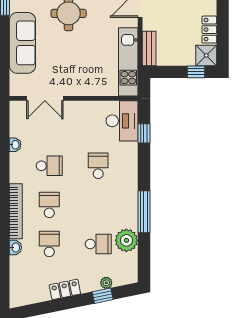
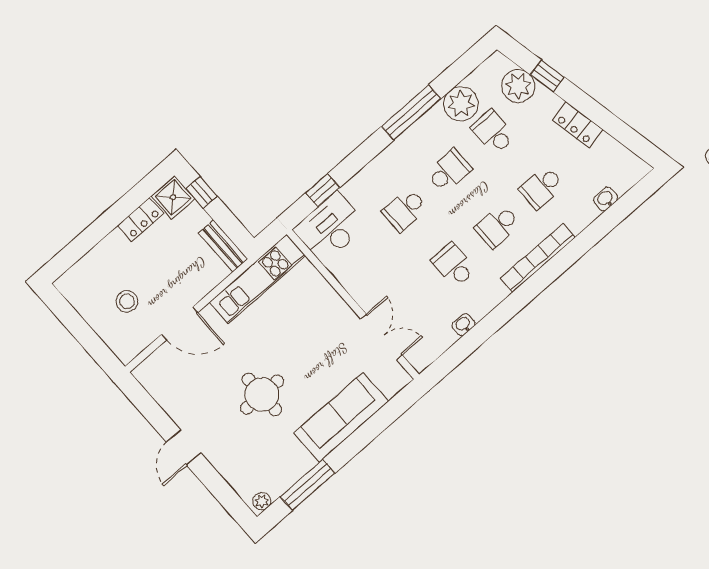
bench: (149, 48) -> (223, 246), moved, turned 90
school desk: (98, 205) -> (449, 171), added
washbasin: (15, 247) -> (606, 199), moved
plant: (106, 283) -> (518, 86), width x1.87, depth x1.87

